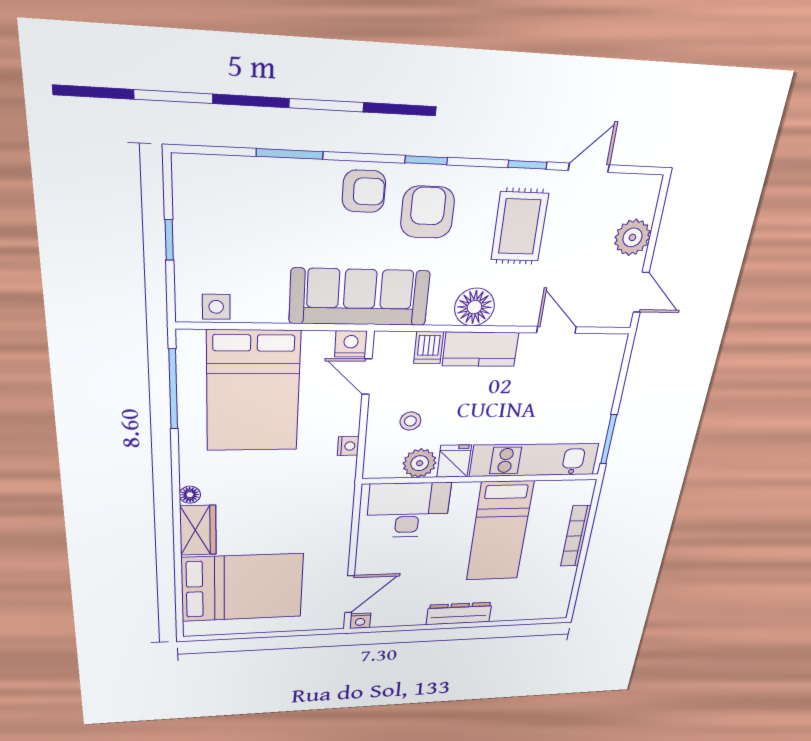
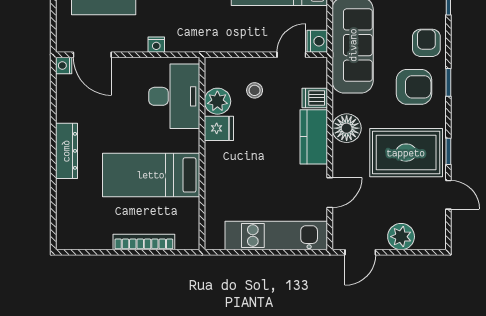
armchair: (364, 191) -> (426, 43), turned 180
rug: (520, 227) -> (406, 153), width x1.36, depth x1.43
window: (609, 439) -> (237, 252), removed
nightstand: (348, 446) -> (156, 45), moved
kitchen unit: (534, 460) -> (276, 235), moved, turned -90

